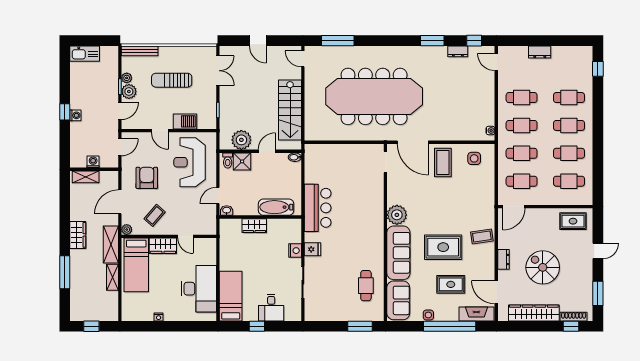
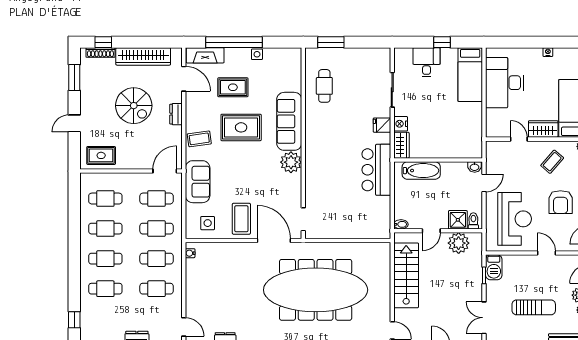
barbecue: (185, 121) -> (494, 267), moved, turned -90
wardrobe: (254, 226) -> (401, 145), moved, turned 90
sofa: (398, 300) -> (198, 182), moved, turned 180

